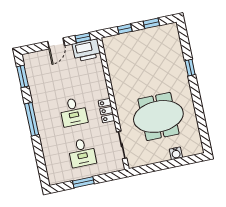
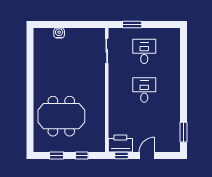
window: (190, 68) -> (30, 108), removed
locker: (106, 111) -> (114, 85), removed
meeting table: (158, 116) -> (61, 116), moved
window: (32, 119) -> (183, 91), removed
window: (83, 182) -> (132, 24), moved

